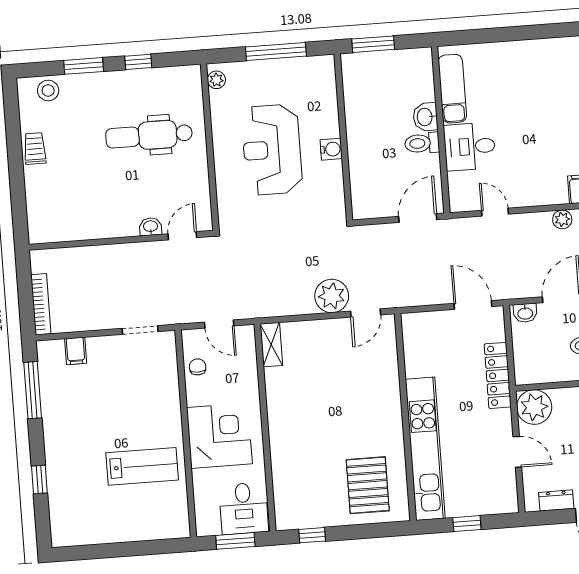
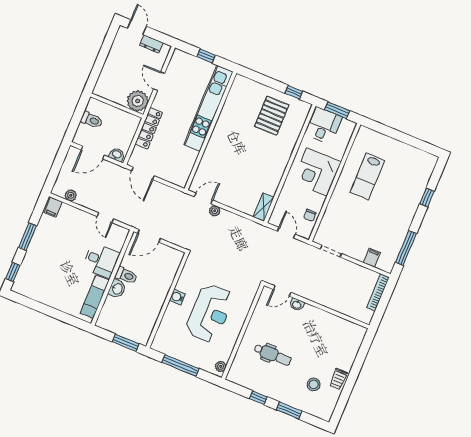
stool: (48, 90) -> (314, 384), moved
dental chair: (149, 135) -> (273, 355), width x0.73, depth x0.72
plant: (332, 296) -> (215, 211), width x0.53, depth x0.53
lab bench: (142, 466) -> (367, 176), turned -90
pallet: (368, 485) -> (272, 116), moved

